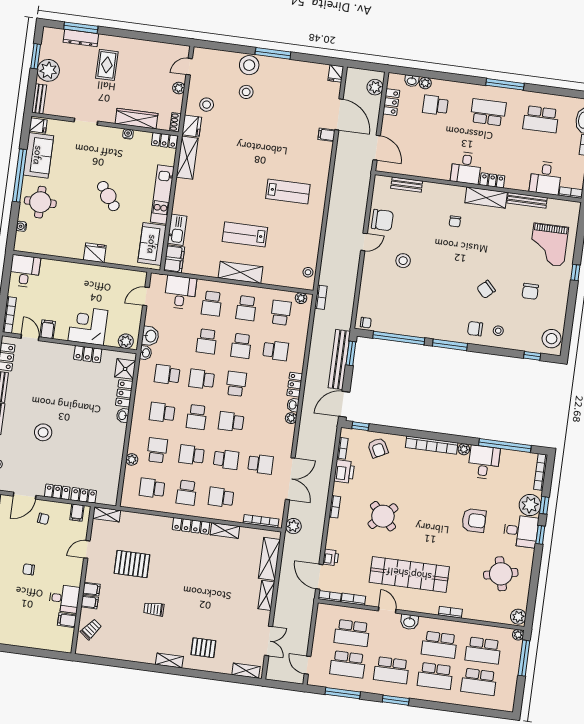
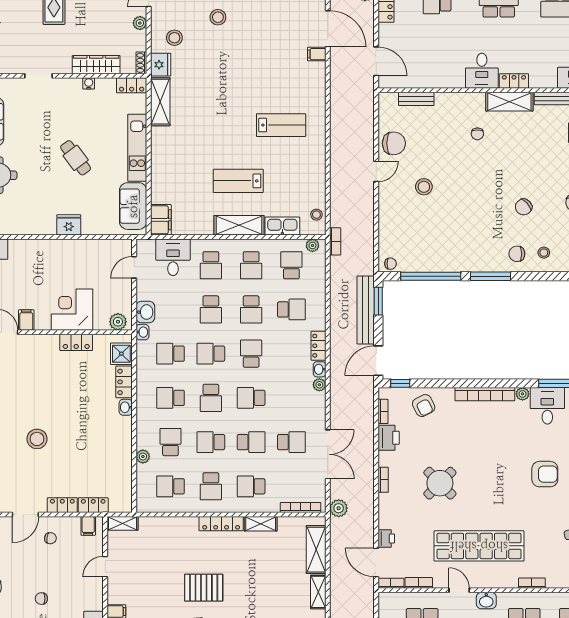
kitchen sink: (177, 230) -> (282, 226), moved, turned -90
pallet: (132, 564) -> (204, 588), moved

